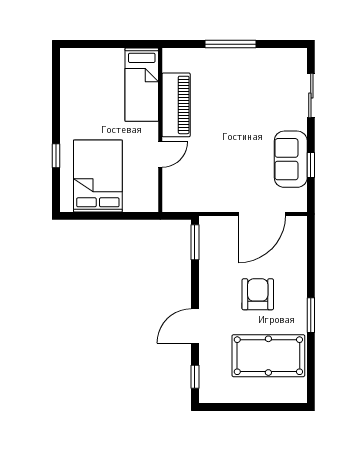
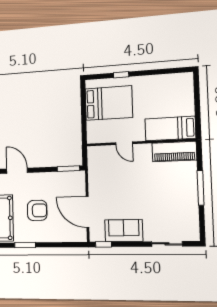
piano: (176, 105) -> (174, 152), moved
window: (311, 165) -> (104, 244), moved

